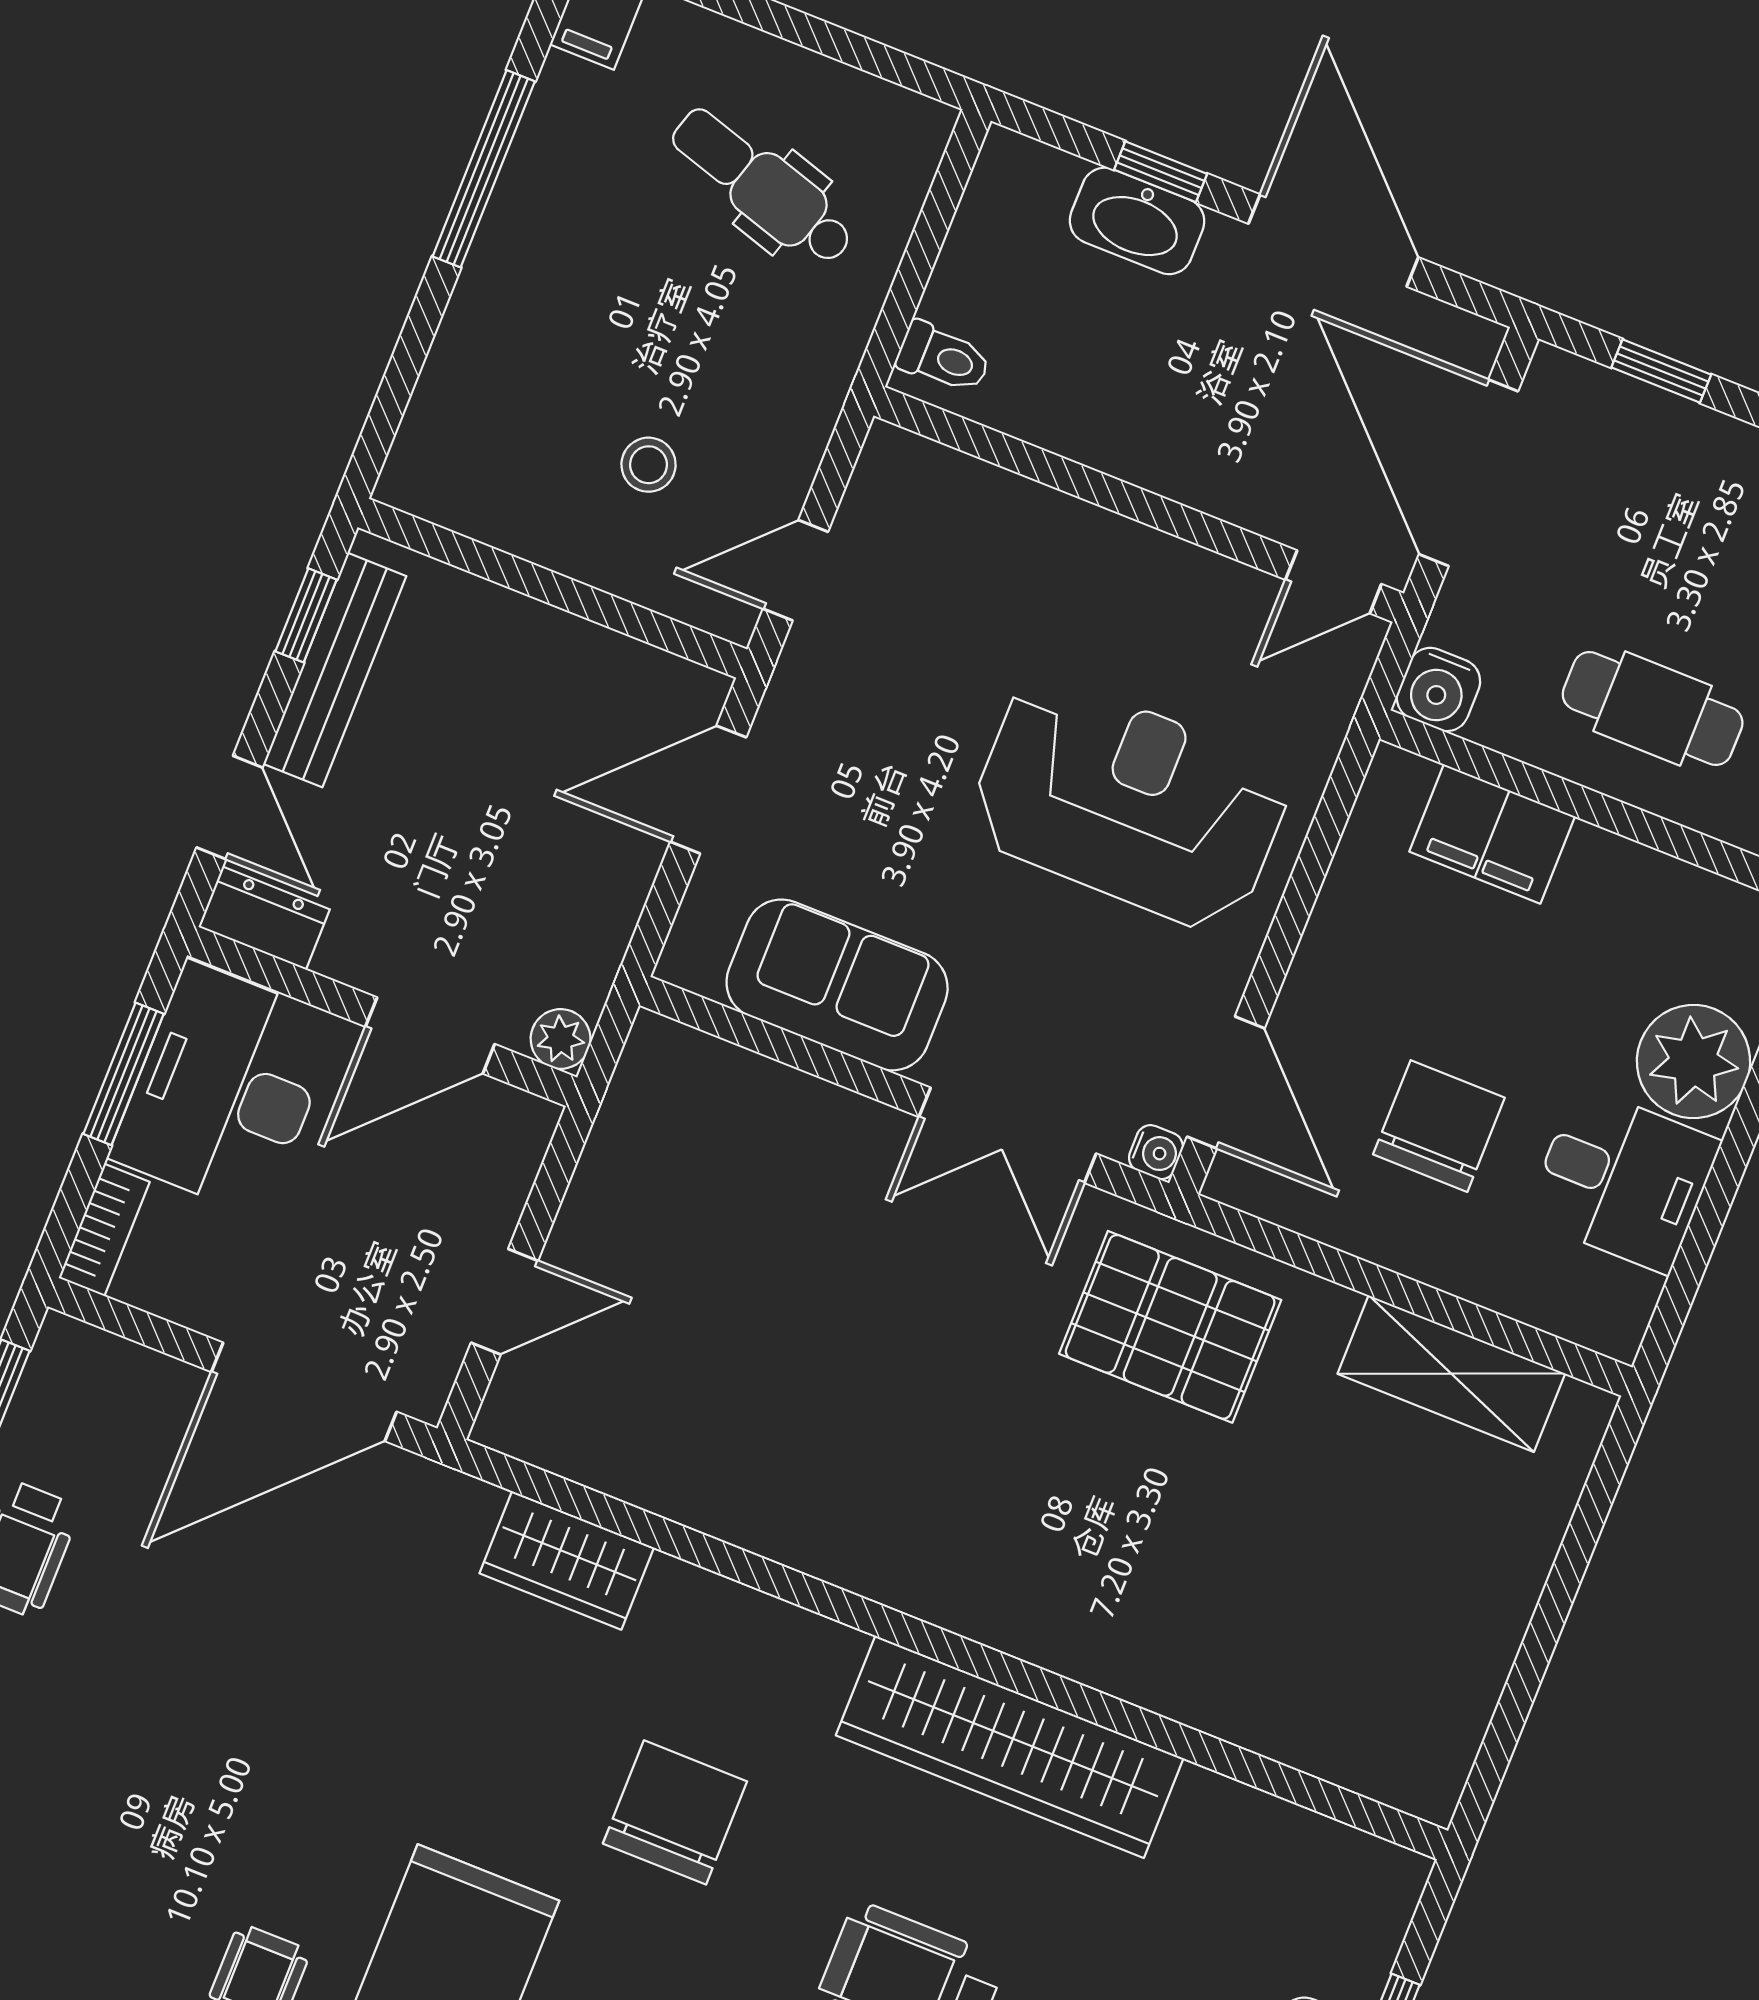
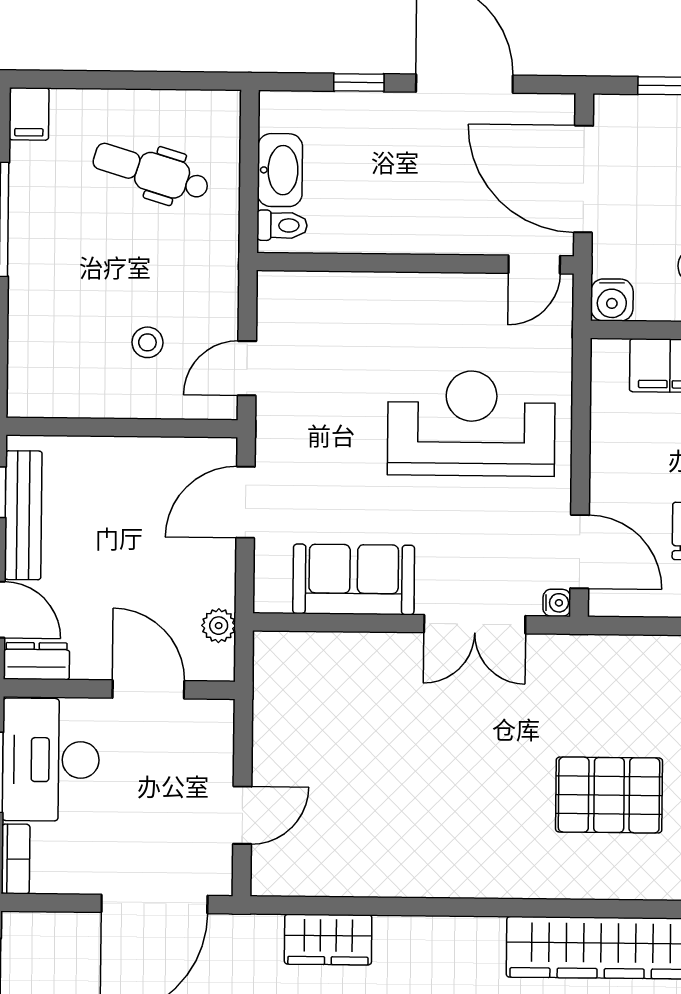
washbasin: (1137, 221) -> (280, 170), moved, turned -90
door: (430, 1035) -> (148, 689), swing flipped
plant: (561, 1039) -> (219, 626), moved
pallet: (1170, 1327) -> (609, 795), moved

